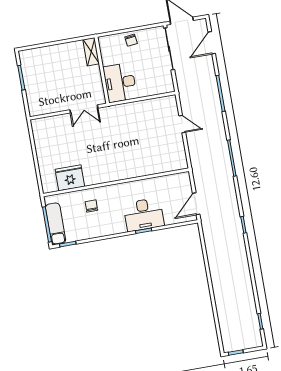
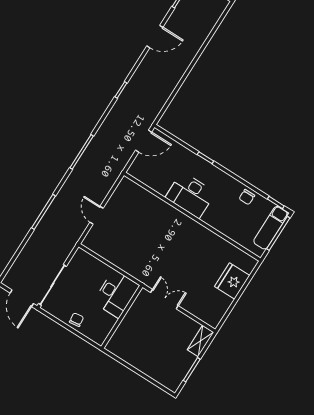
door: (212, 43) -> (155, 37), moved
shelving: (91, 52) -> (200, 341), moved
fridge: (70, 178) -> (232, 281), moved, turned 90
chair: (91, 206) -> (247, 197), moved
desk: (144, 215) -> (190, 195), moved, turned 180

